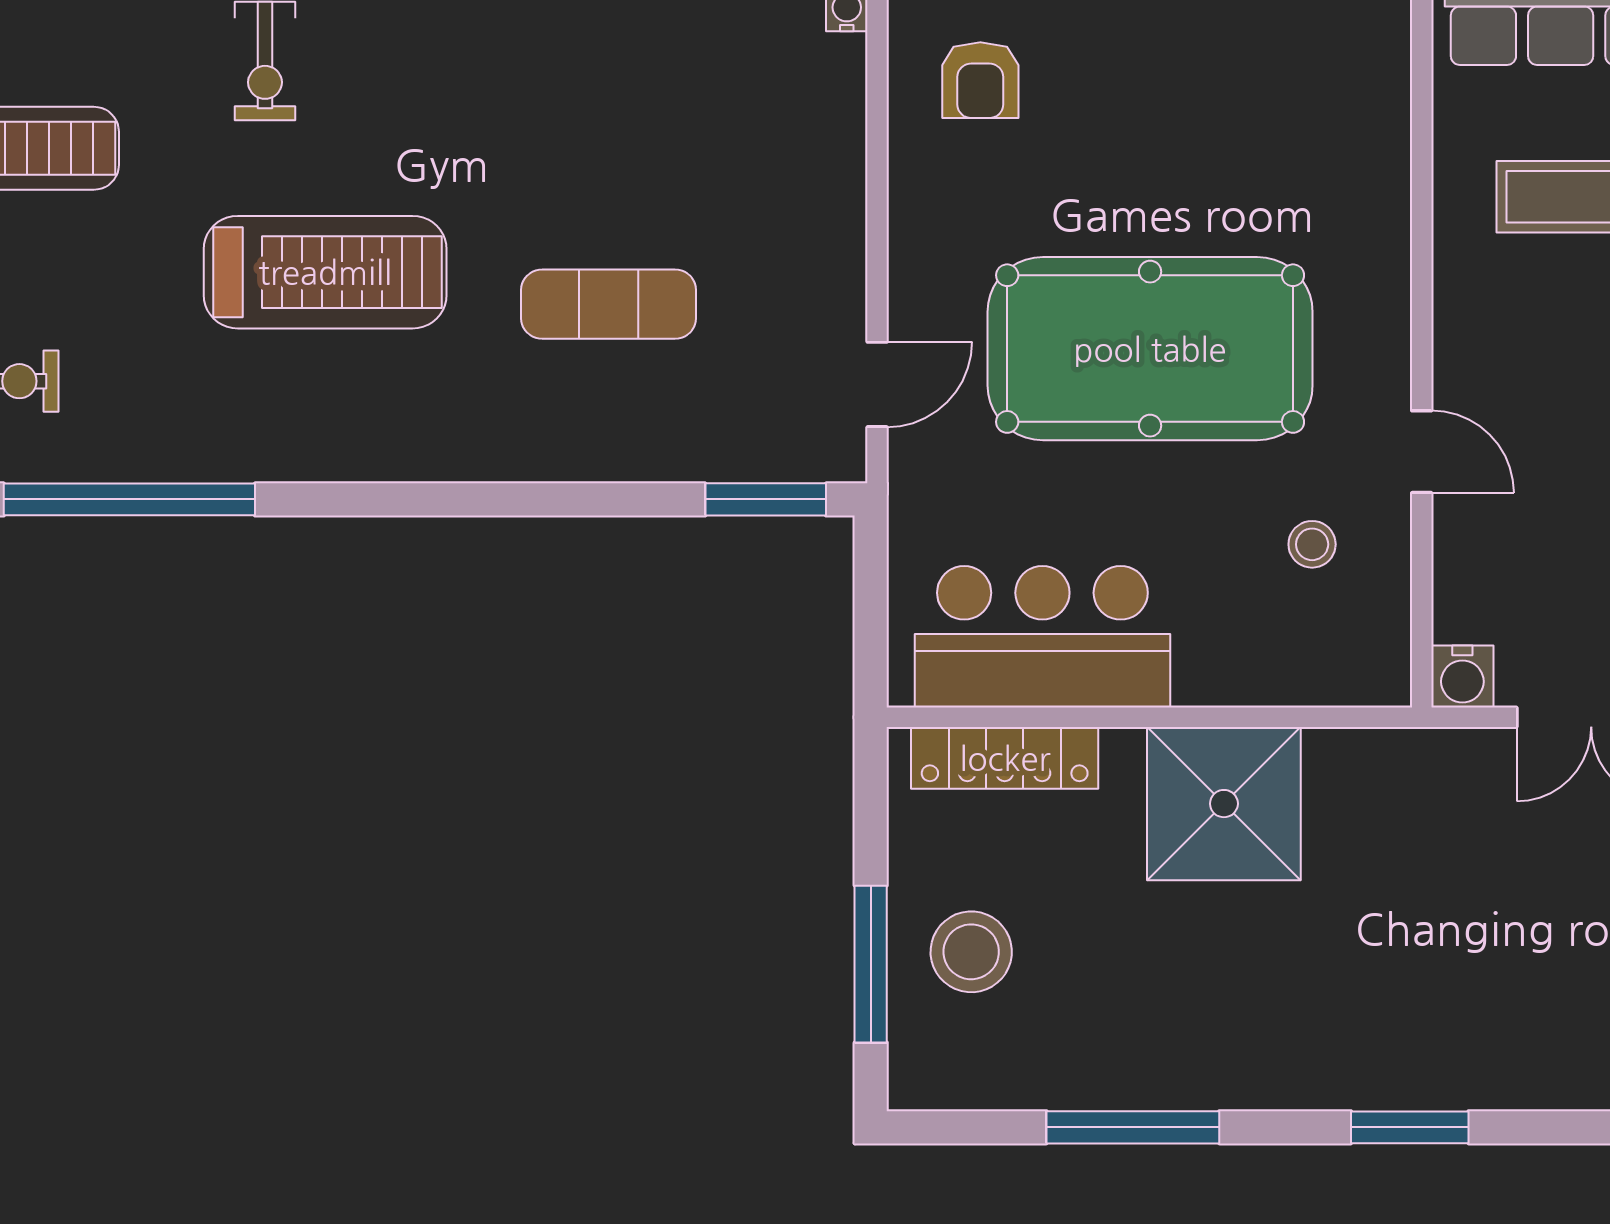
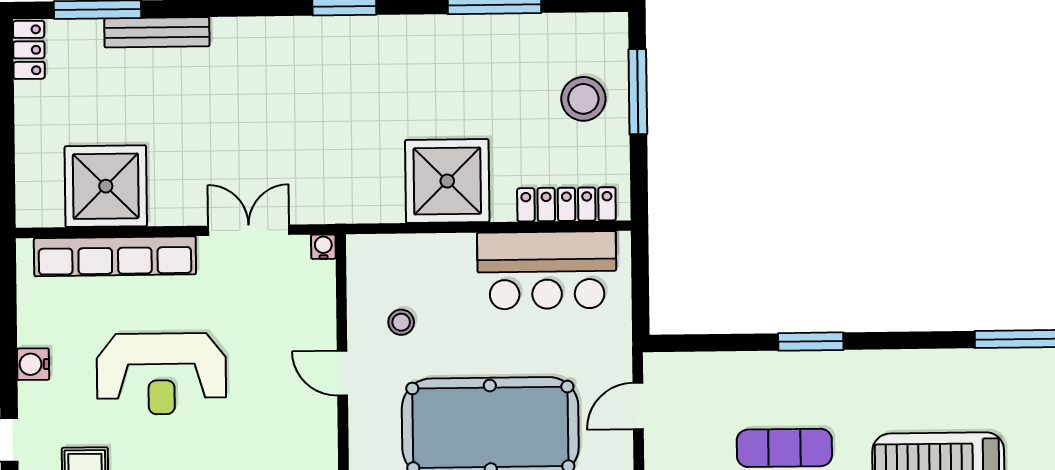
window: (766, 499) -> (811, 342), moved
water cooler: (1462, 677) -> (323, 247), width x0.72, depth x0.72

